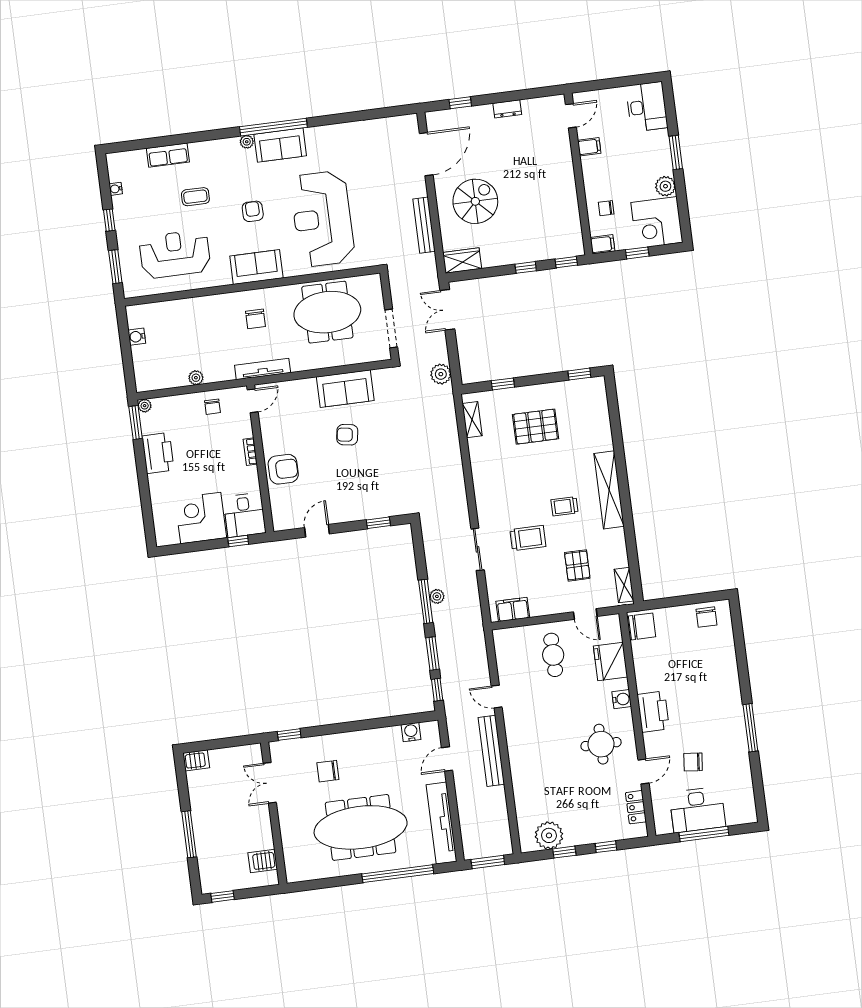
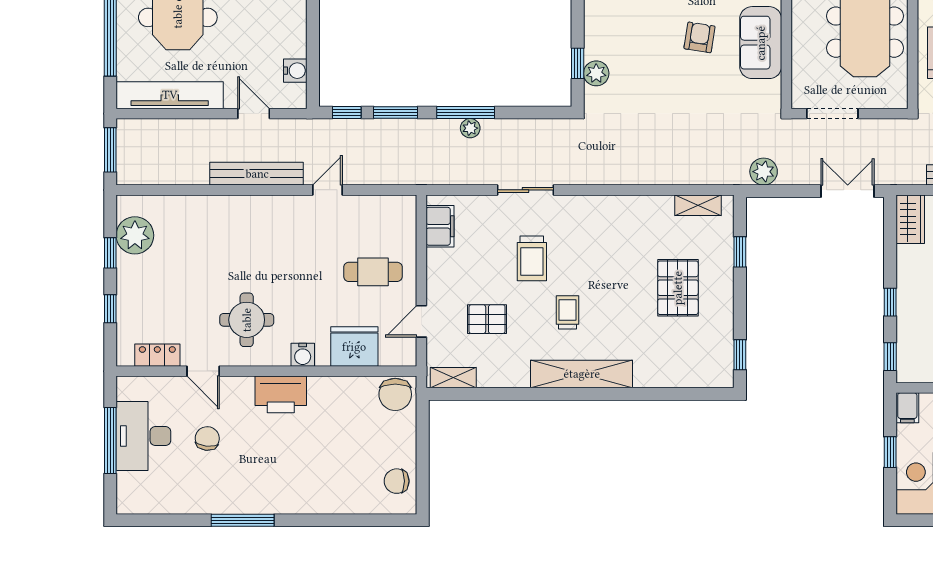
plant: (384, 508) -> (596, 73), added

